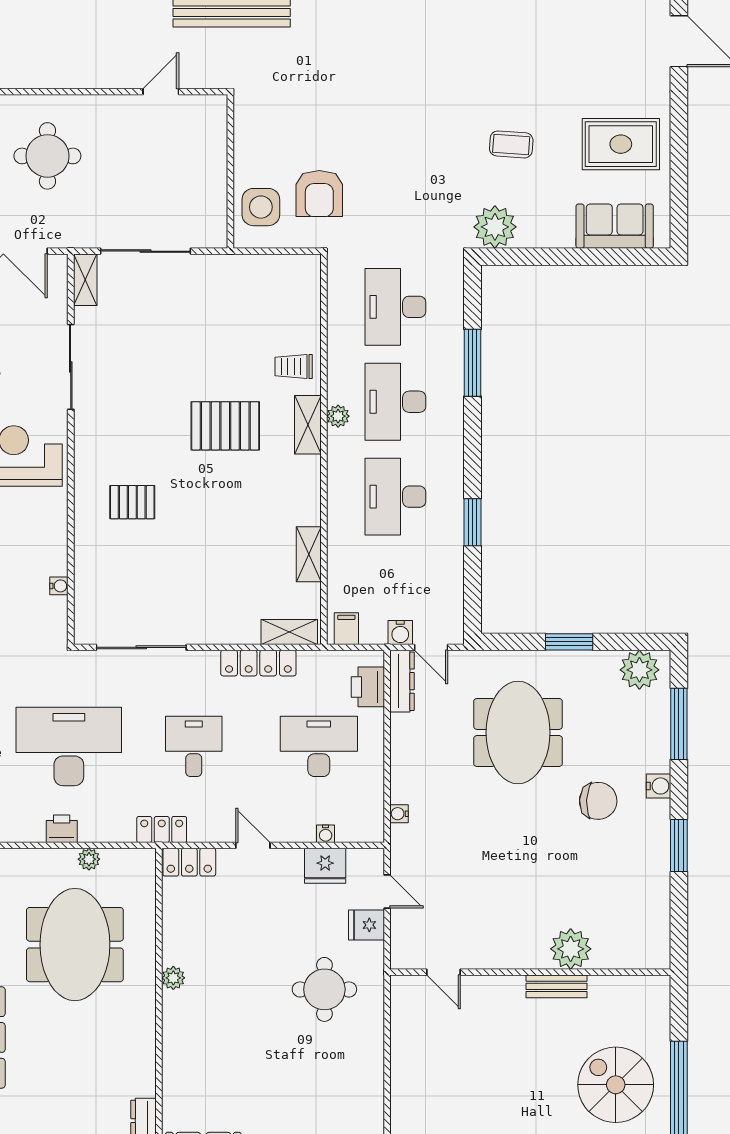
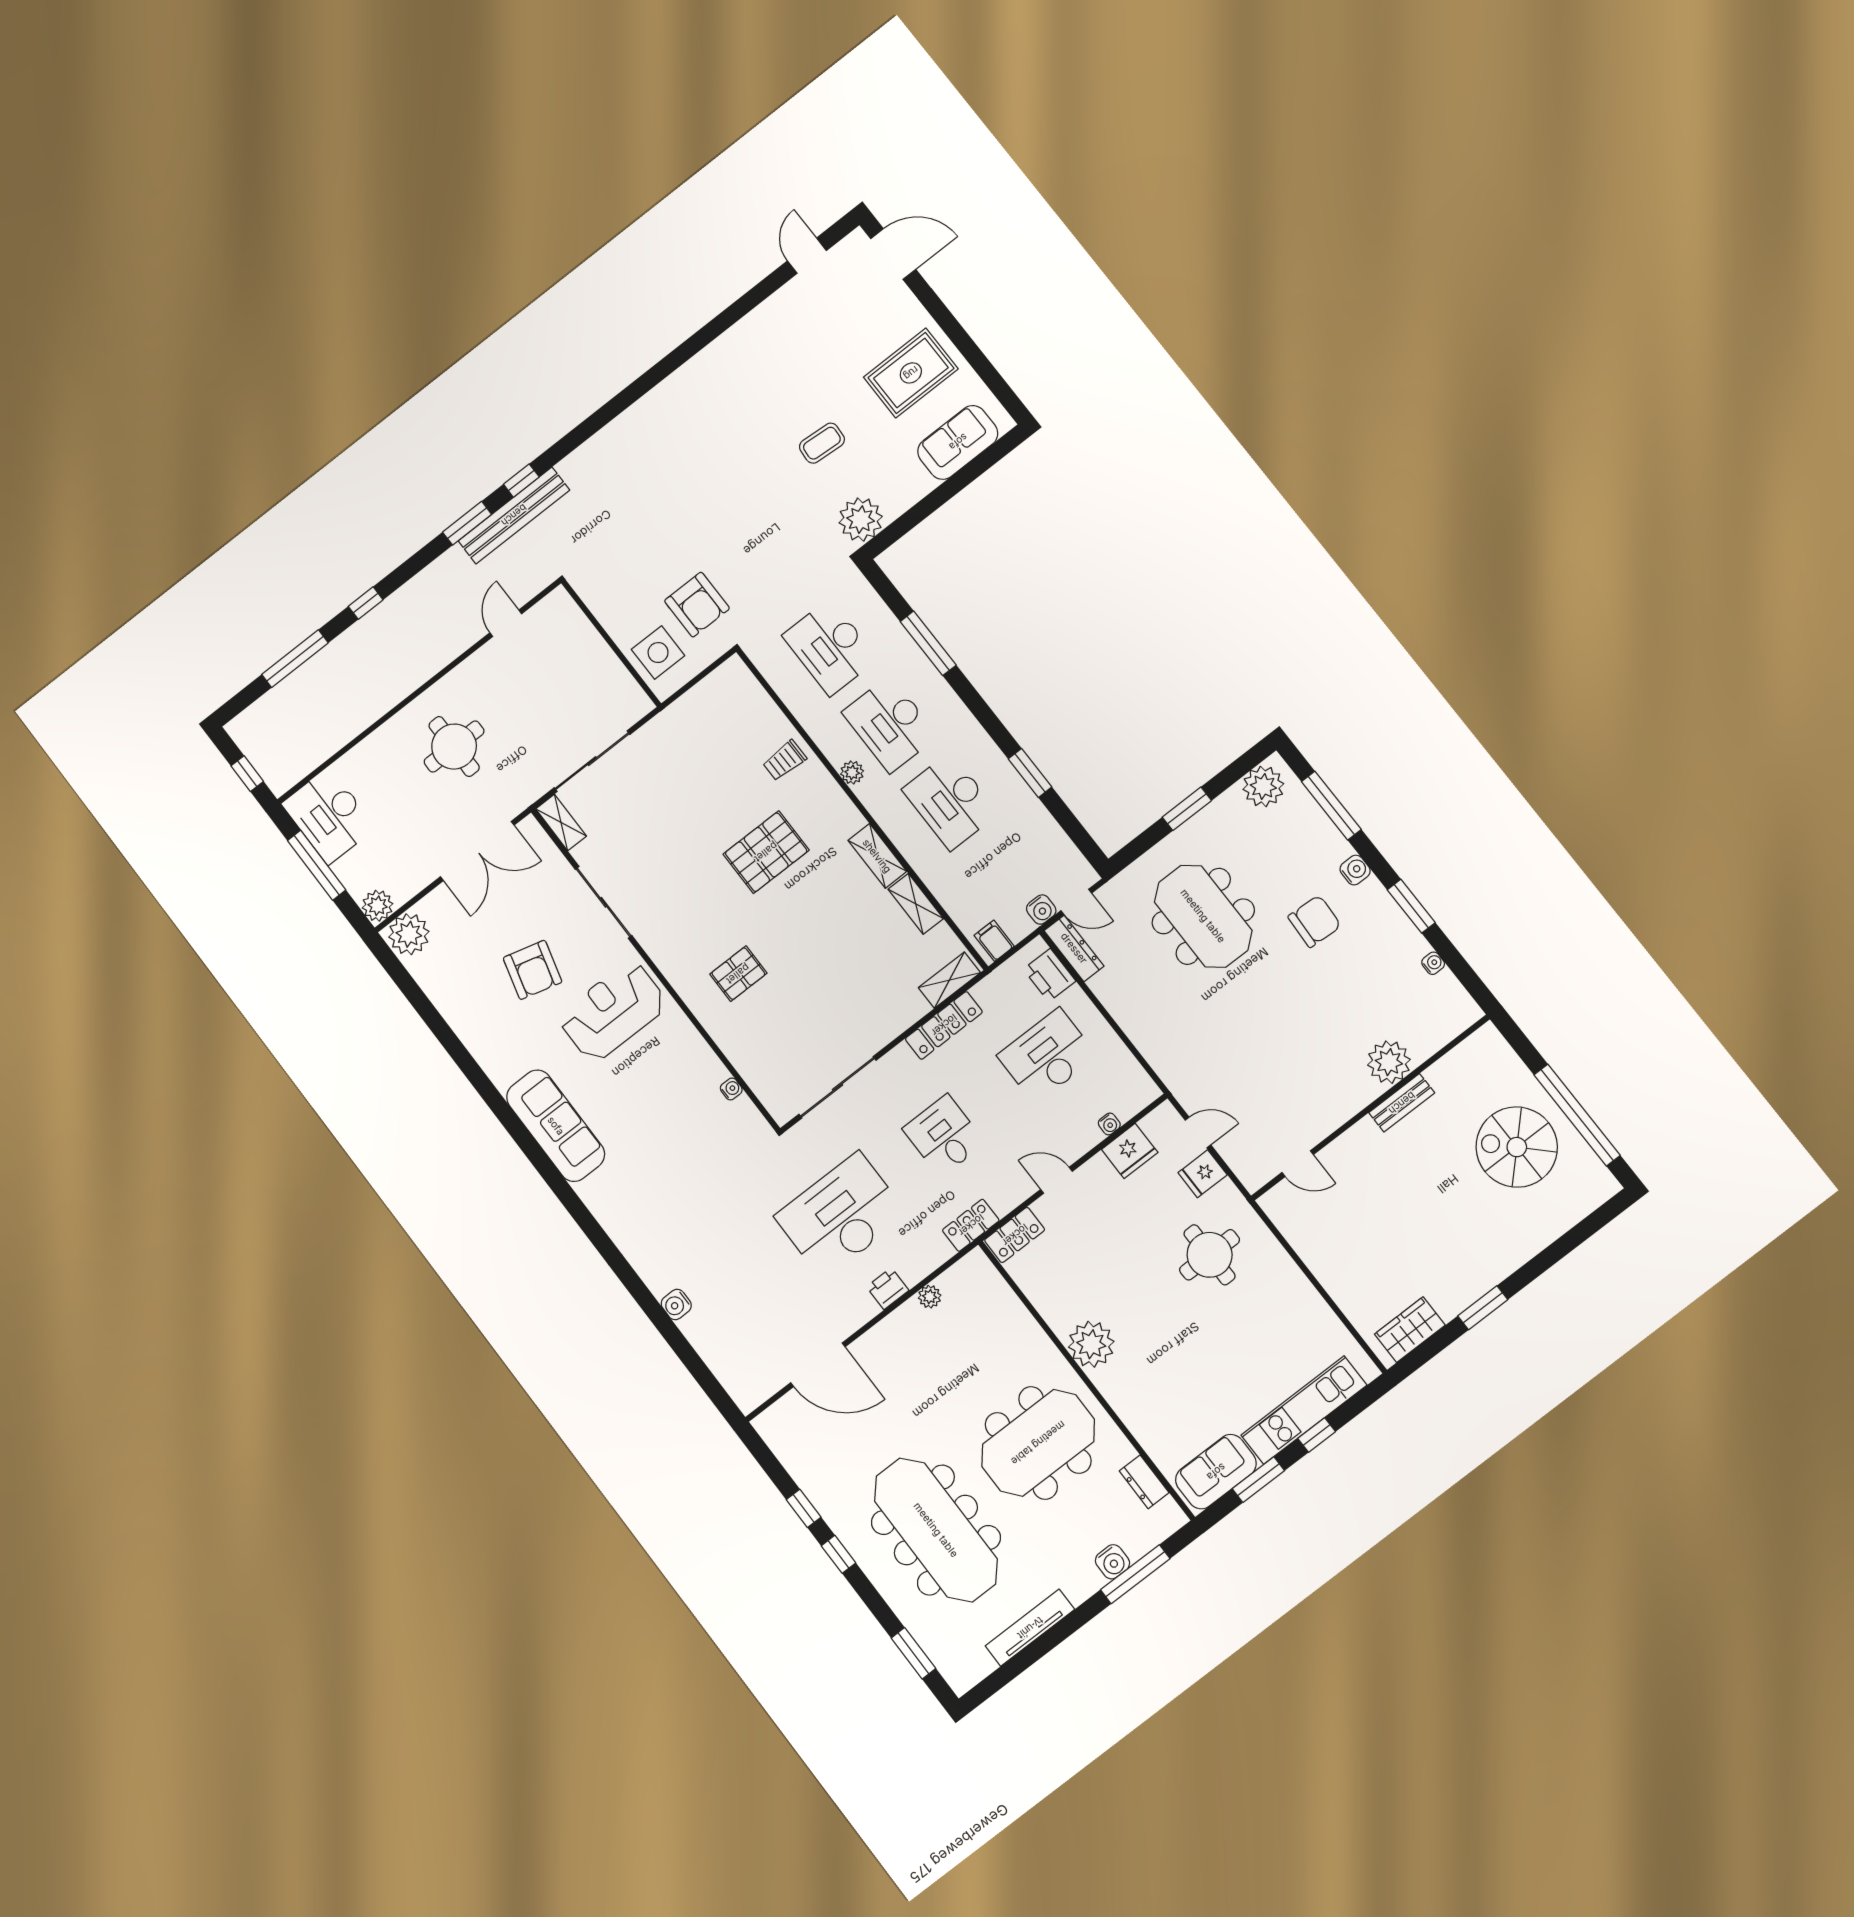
shelving: (308, 425) -> (877, 856), moved
water cooler: (399, 814) -> (1433, 963), moved, turned 180
meeting table: (75, 945) -> (1038, 1443), moved, turned 90
plant: (173, 978) -> (1091, 1344), width x1.88, depth x1.88

